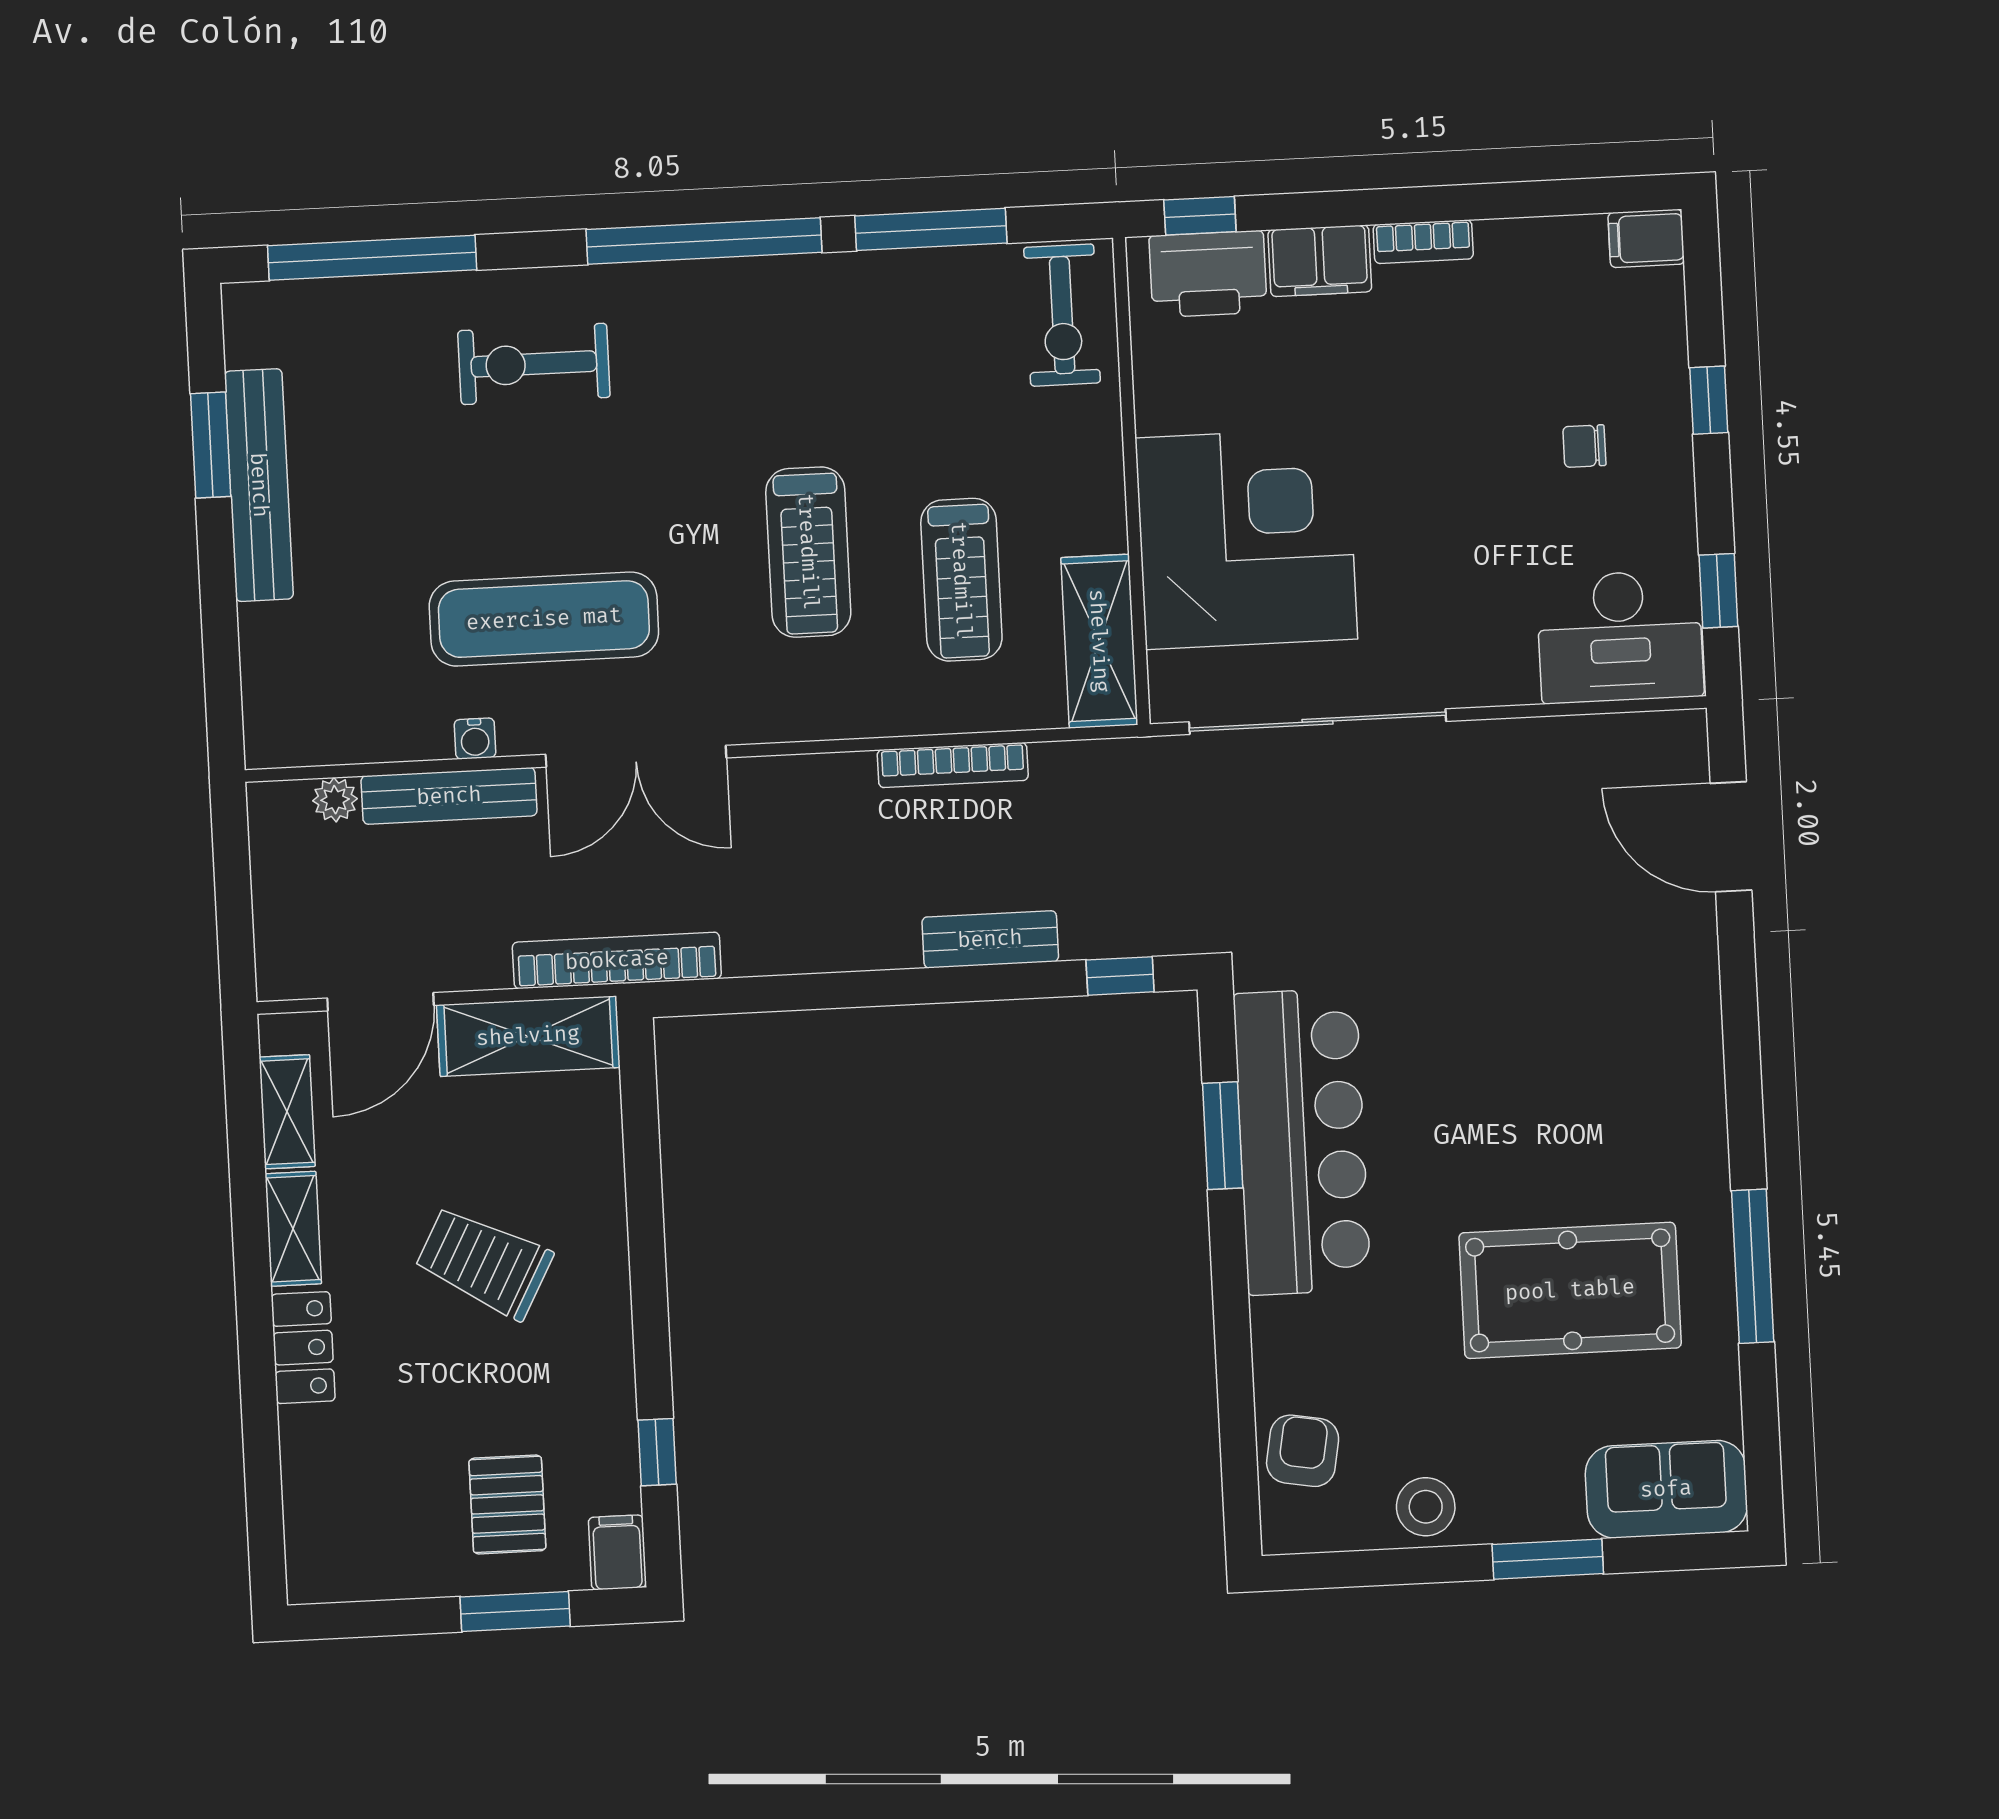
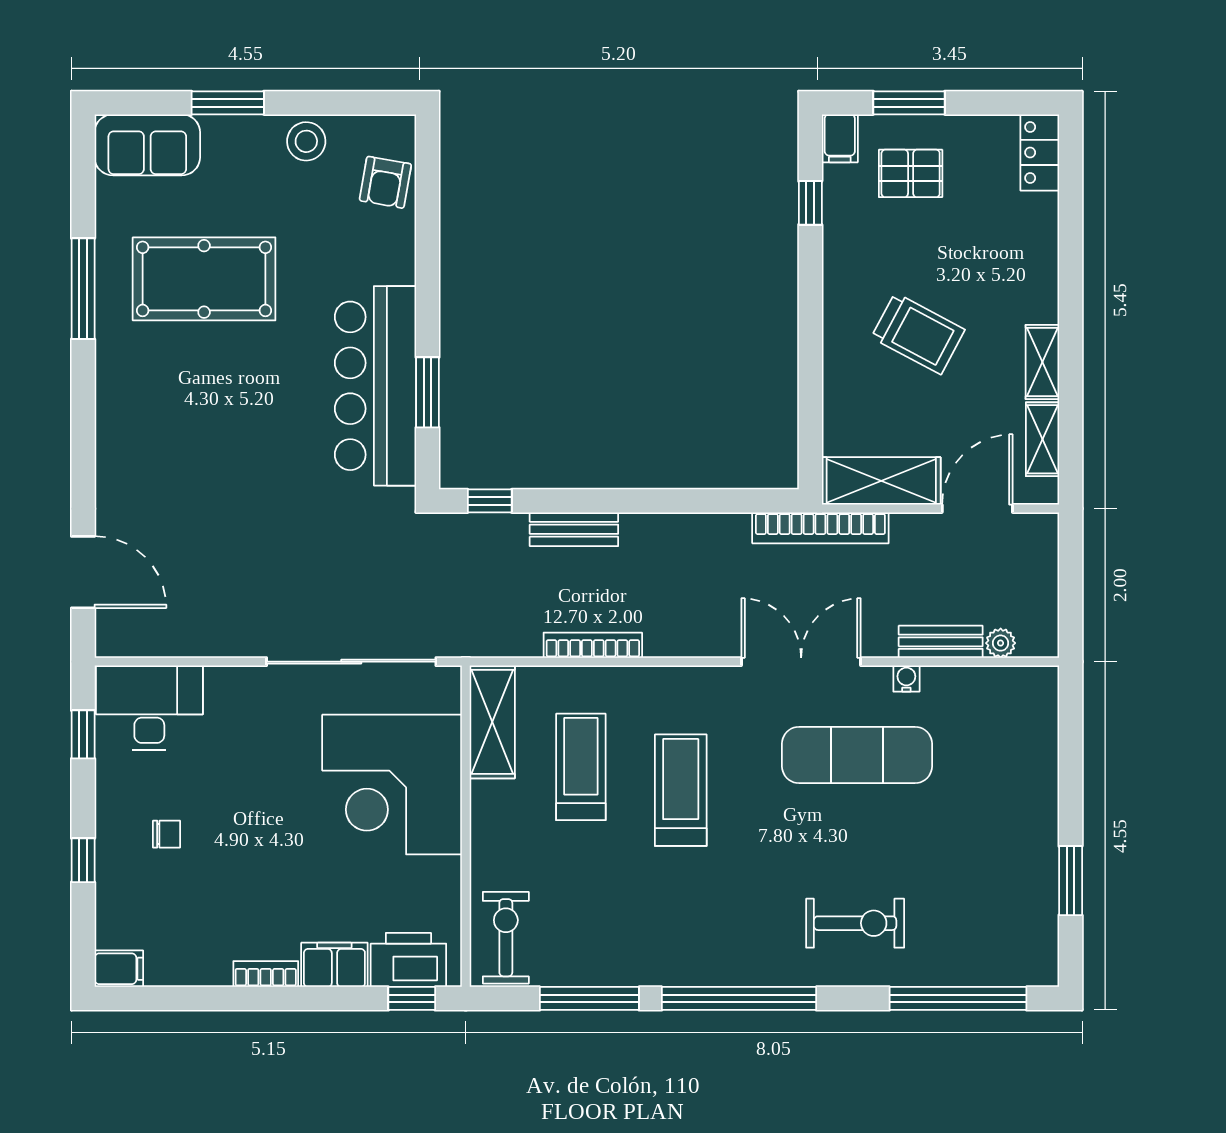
bench: (259, 485) -> (1040, 853), removed
bench: (449, 796) -> (941, 642), width x0.73
locker: (303, 1348) -> (1040, 152), moved
pallet: (507, 1504) -> (911, 173), turned 90

